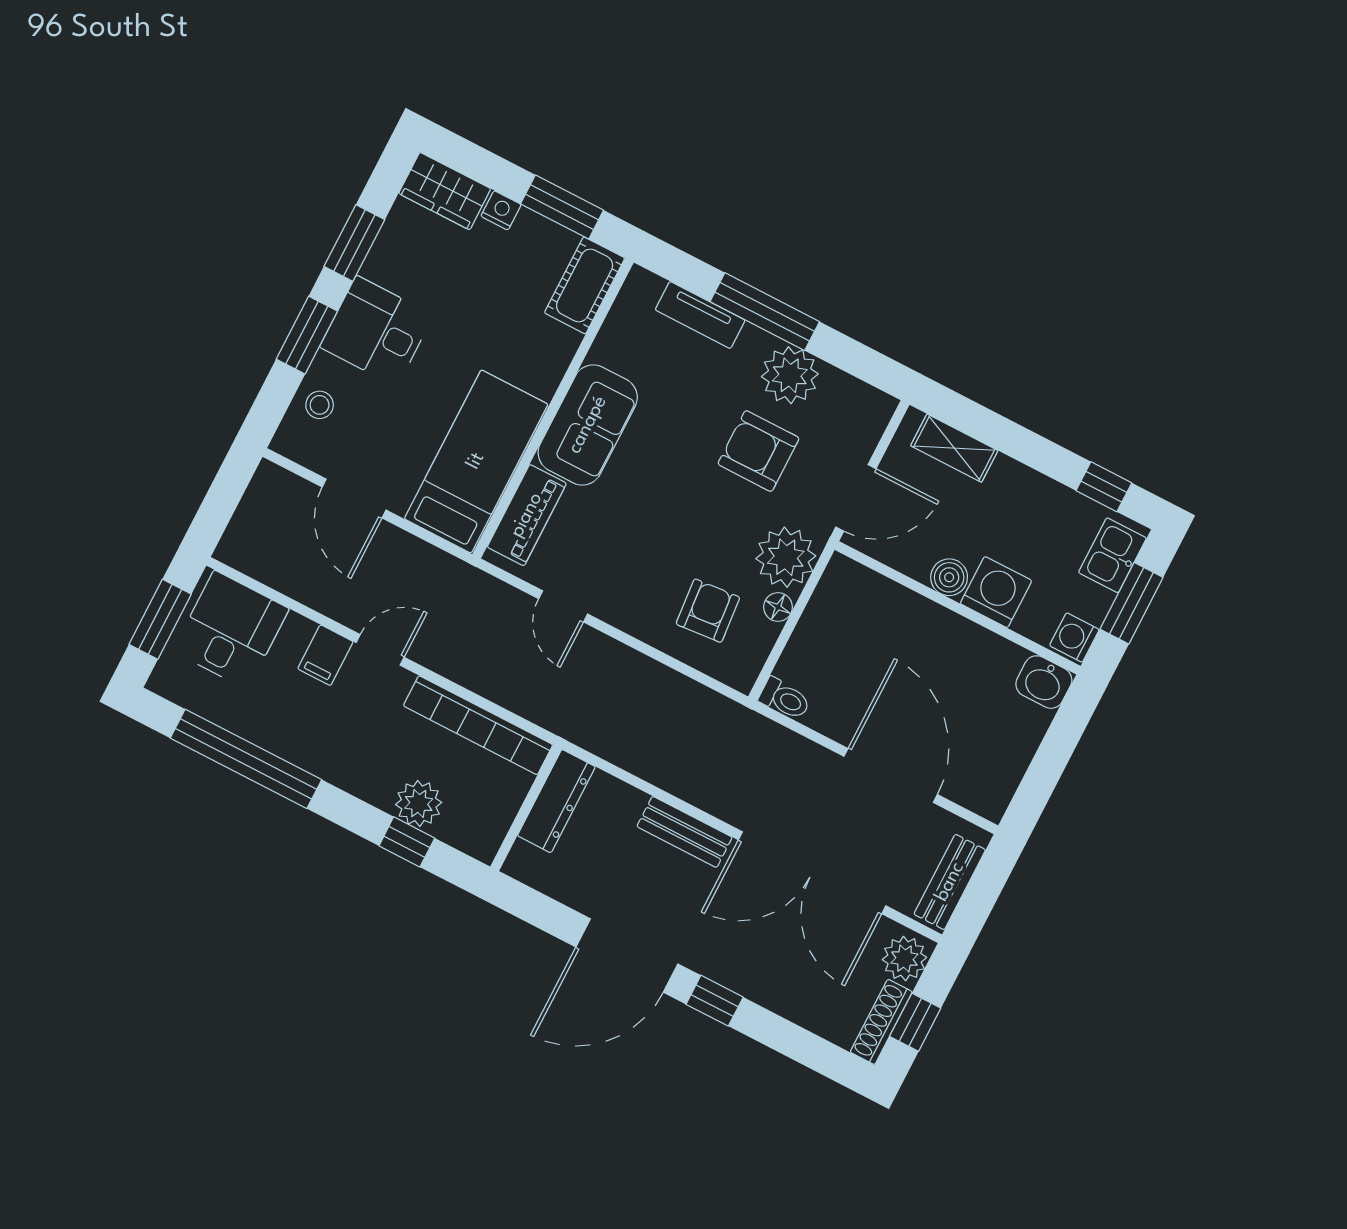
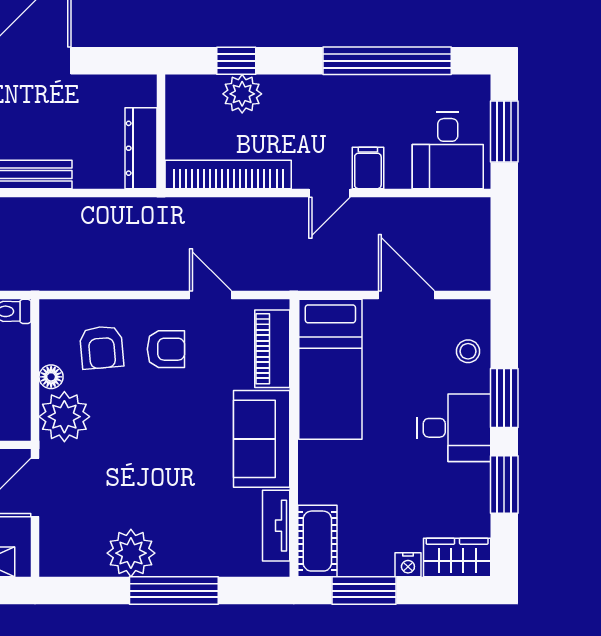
tv unit: (700, 315) -> (276, 526), moved, turned -90
armchair: (758, 451) -> (166, 349), moved, width x0.72, depth x0.72

